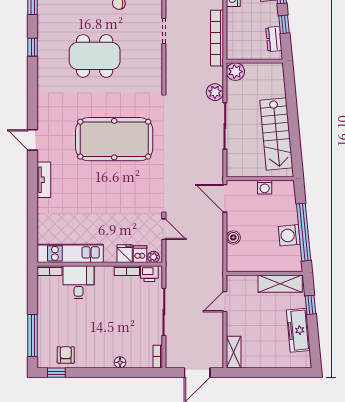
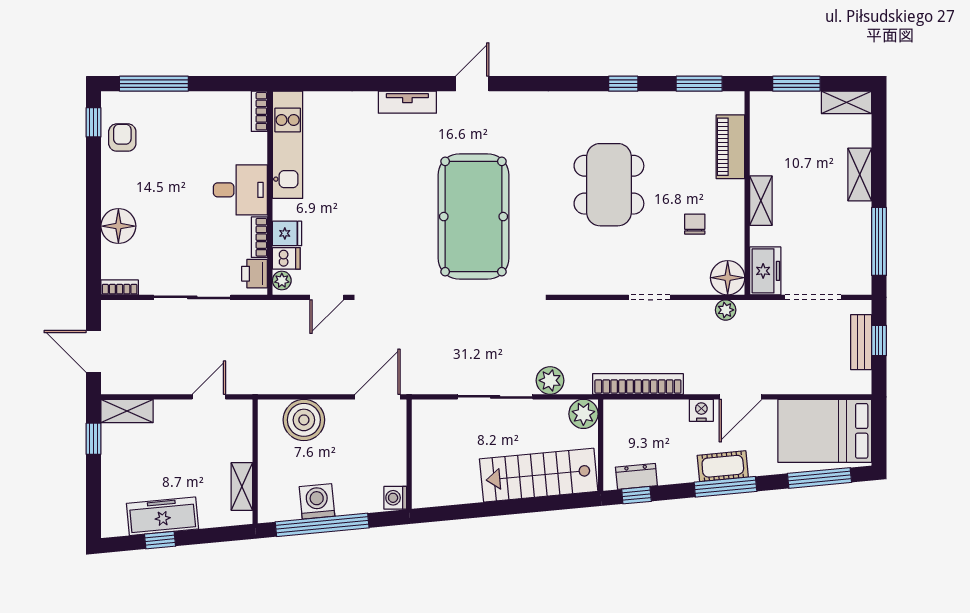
window: (284, 24) -> (636, 495), moved
stairs: (276, 134) -> (539, 475), moved
washing machine: (265, 187) -> (395, 498), moved
boiler: (233, 237) -> (304, 420), width x1.86, depth x1.86
desk: (79, 282) -> (240, 190), moved
shelving: (280, 284) -> (242, 487), width x0.67, depth x0.75
door: (225, 302) -> (209, 397), hinge flipped
window: (310, 305) -> (160, 540), moved
armchair: (66, 355) -> (122, 138), turned -90
floor lamp: (120, 362) -> (118, 226), width x1.89, depth x1.89
window: (251, 373) -> (93, 439), added

